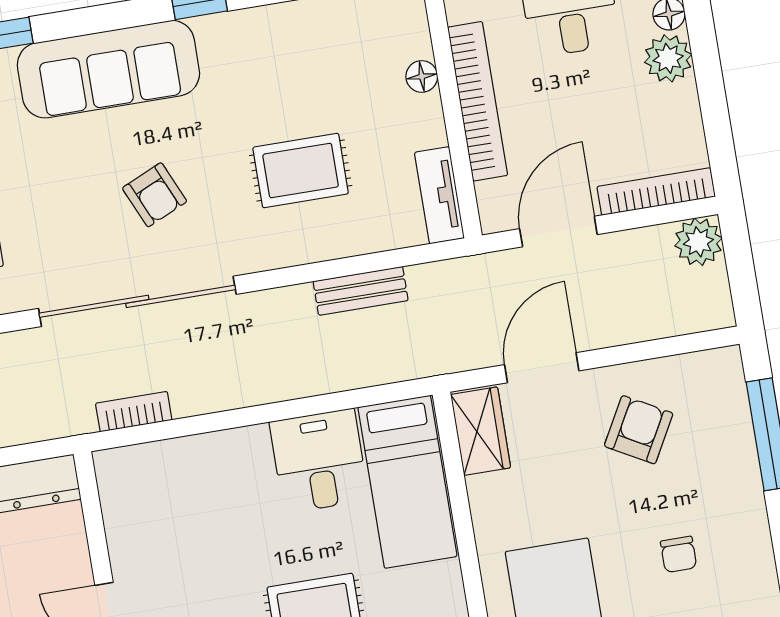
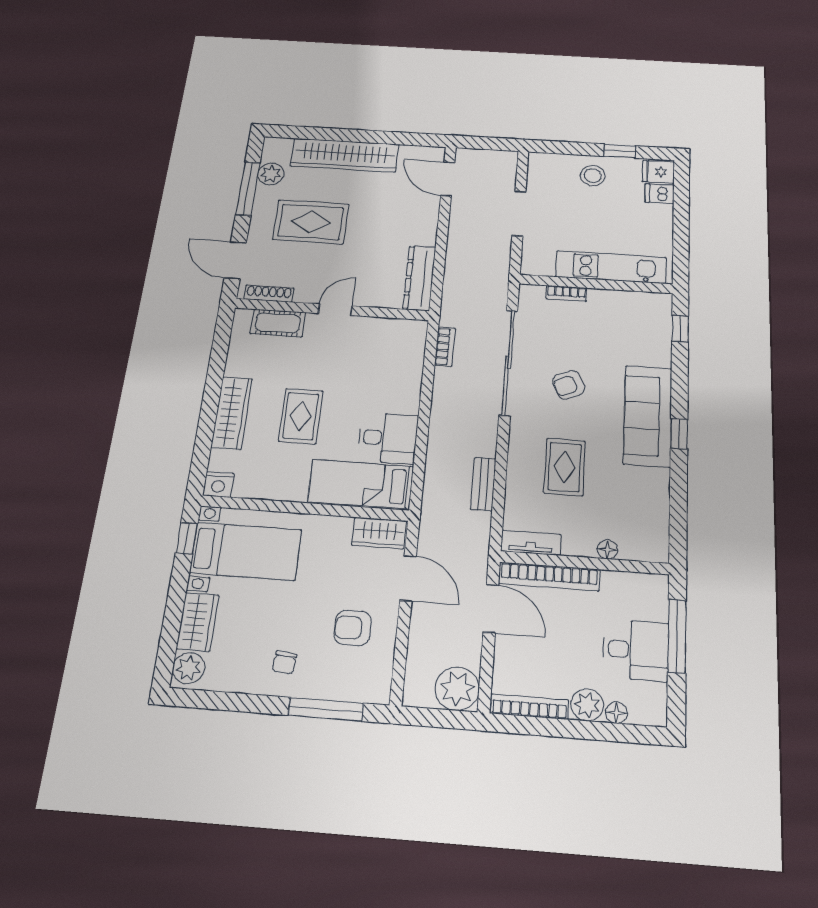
sofa: (108, 69) -> (648, 416), moved
bookcase: (478, 101) -> (549, 577), moved
bookcase: (656, 192) -> (529, 707), moved, turned -90
plant: (698, 242) -> (457, 689), width x1.36, depth x1.36
armchair: (639, 430) -> (353, 628), turned 151
chair: (679, 554) -> (284, 662), moved, turned -84

